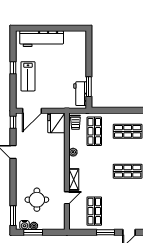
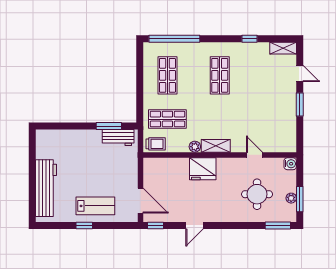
fridge: (56, 123) -> (203, 169), moved
shelving: (74, 179) -> (216, 146), moved
shop shelf: (94, 211) -> (272, 119), removed
water cooler: (25, 225) -> (290, 164), moved

